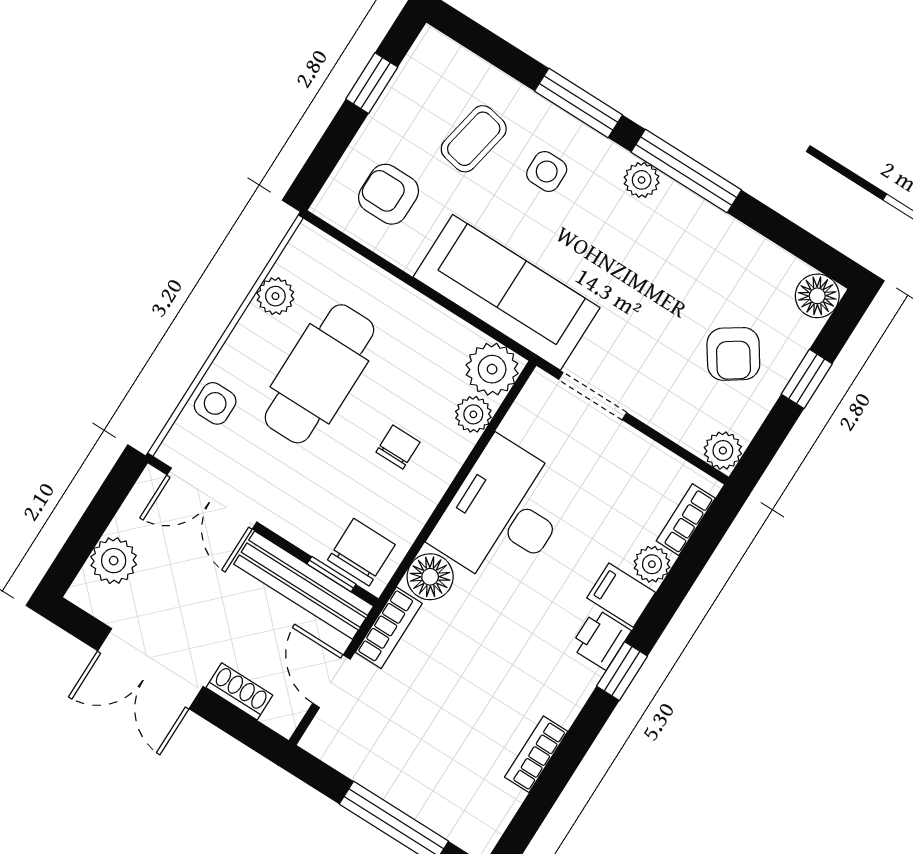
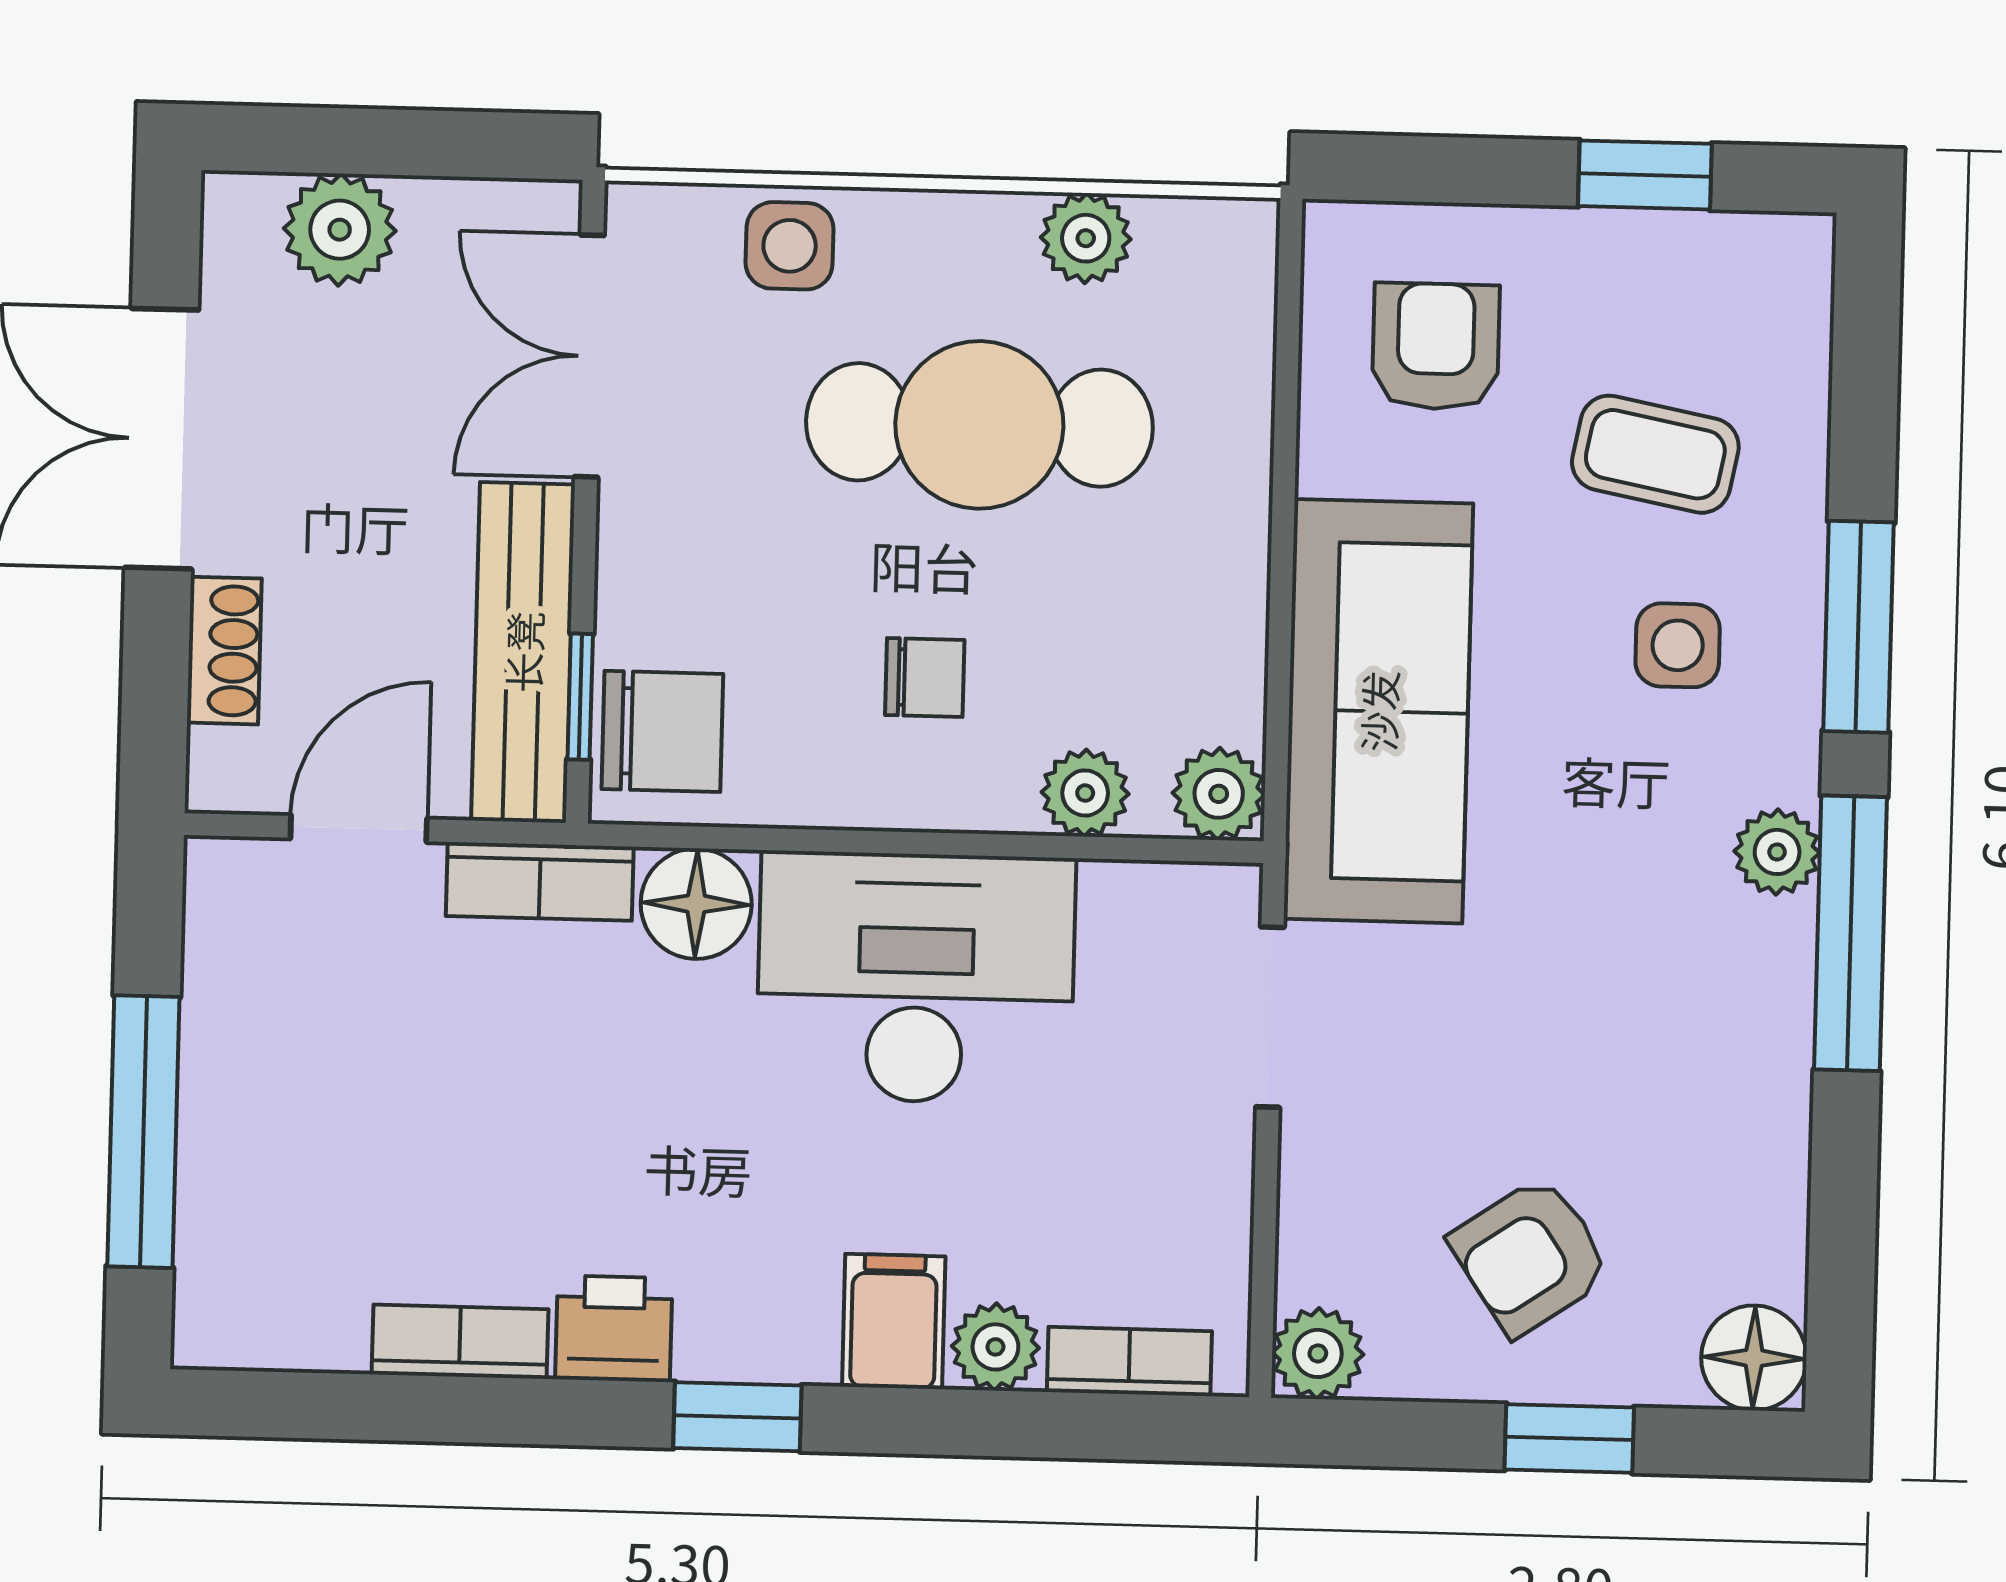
plant: (492, 369) -> (1219, 794), width x0.73, depth x0.73
printer: (601, 639) -> (614, 1329), moved

